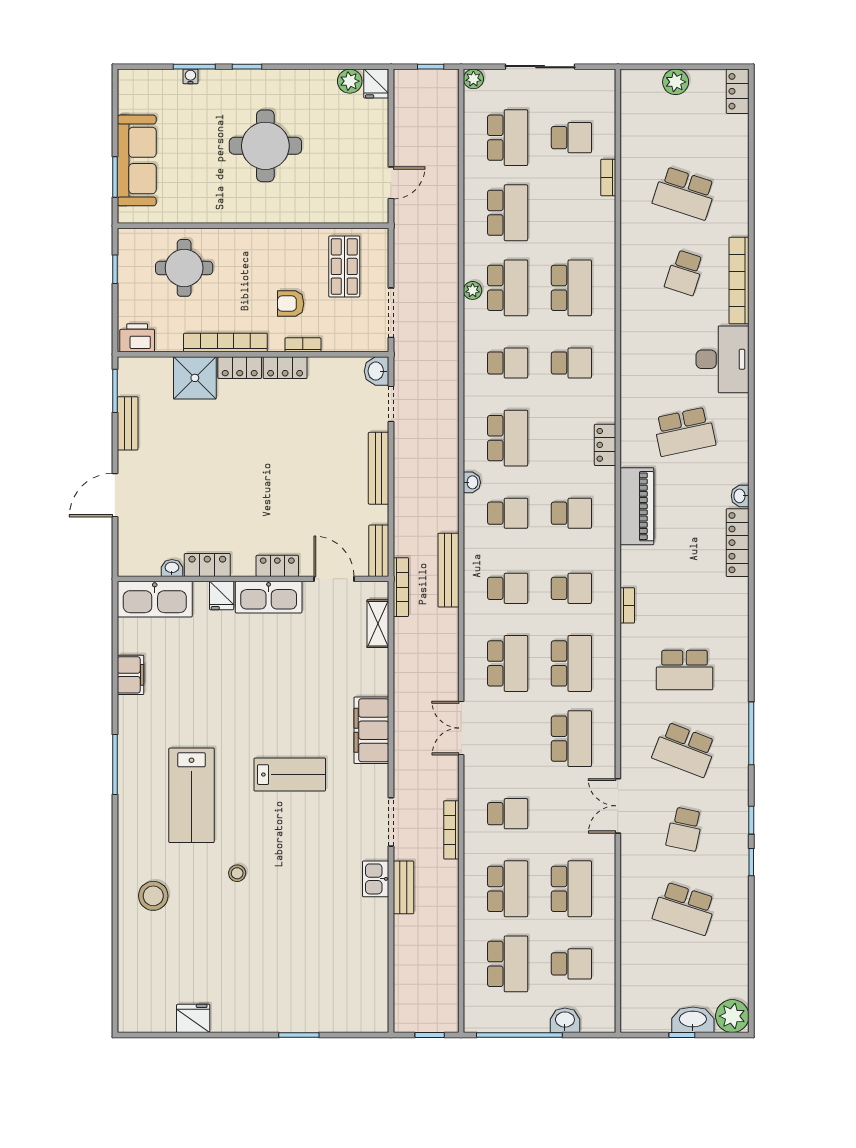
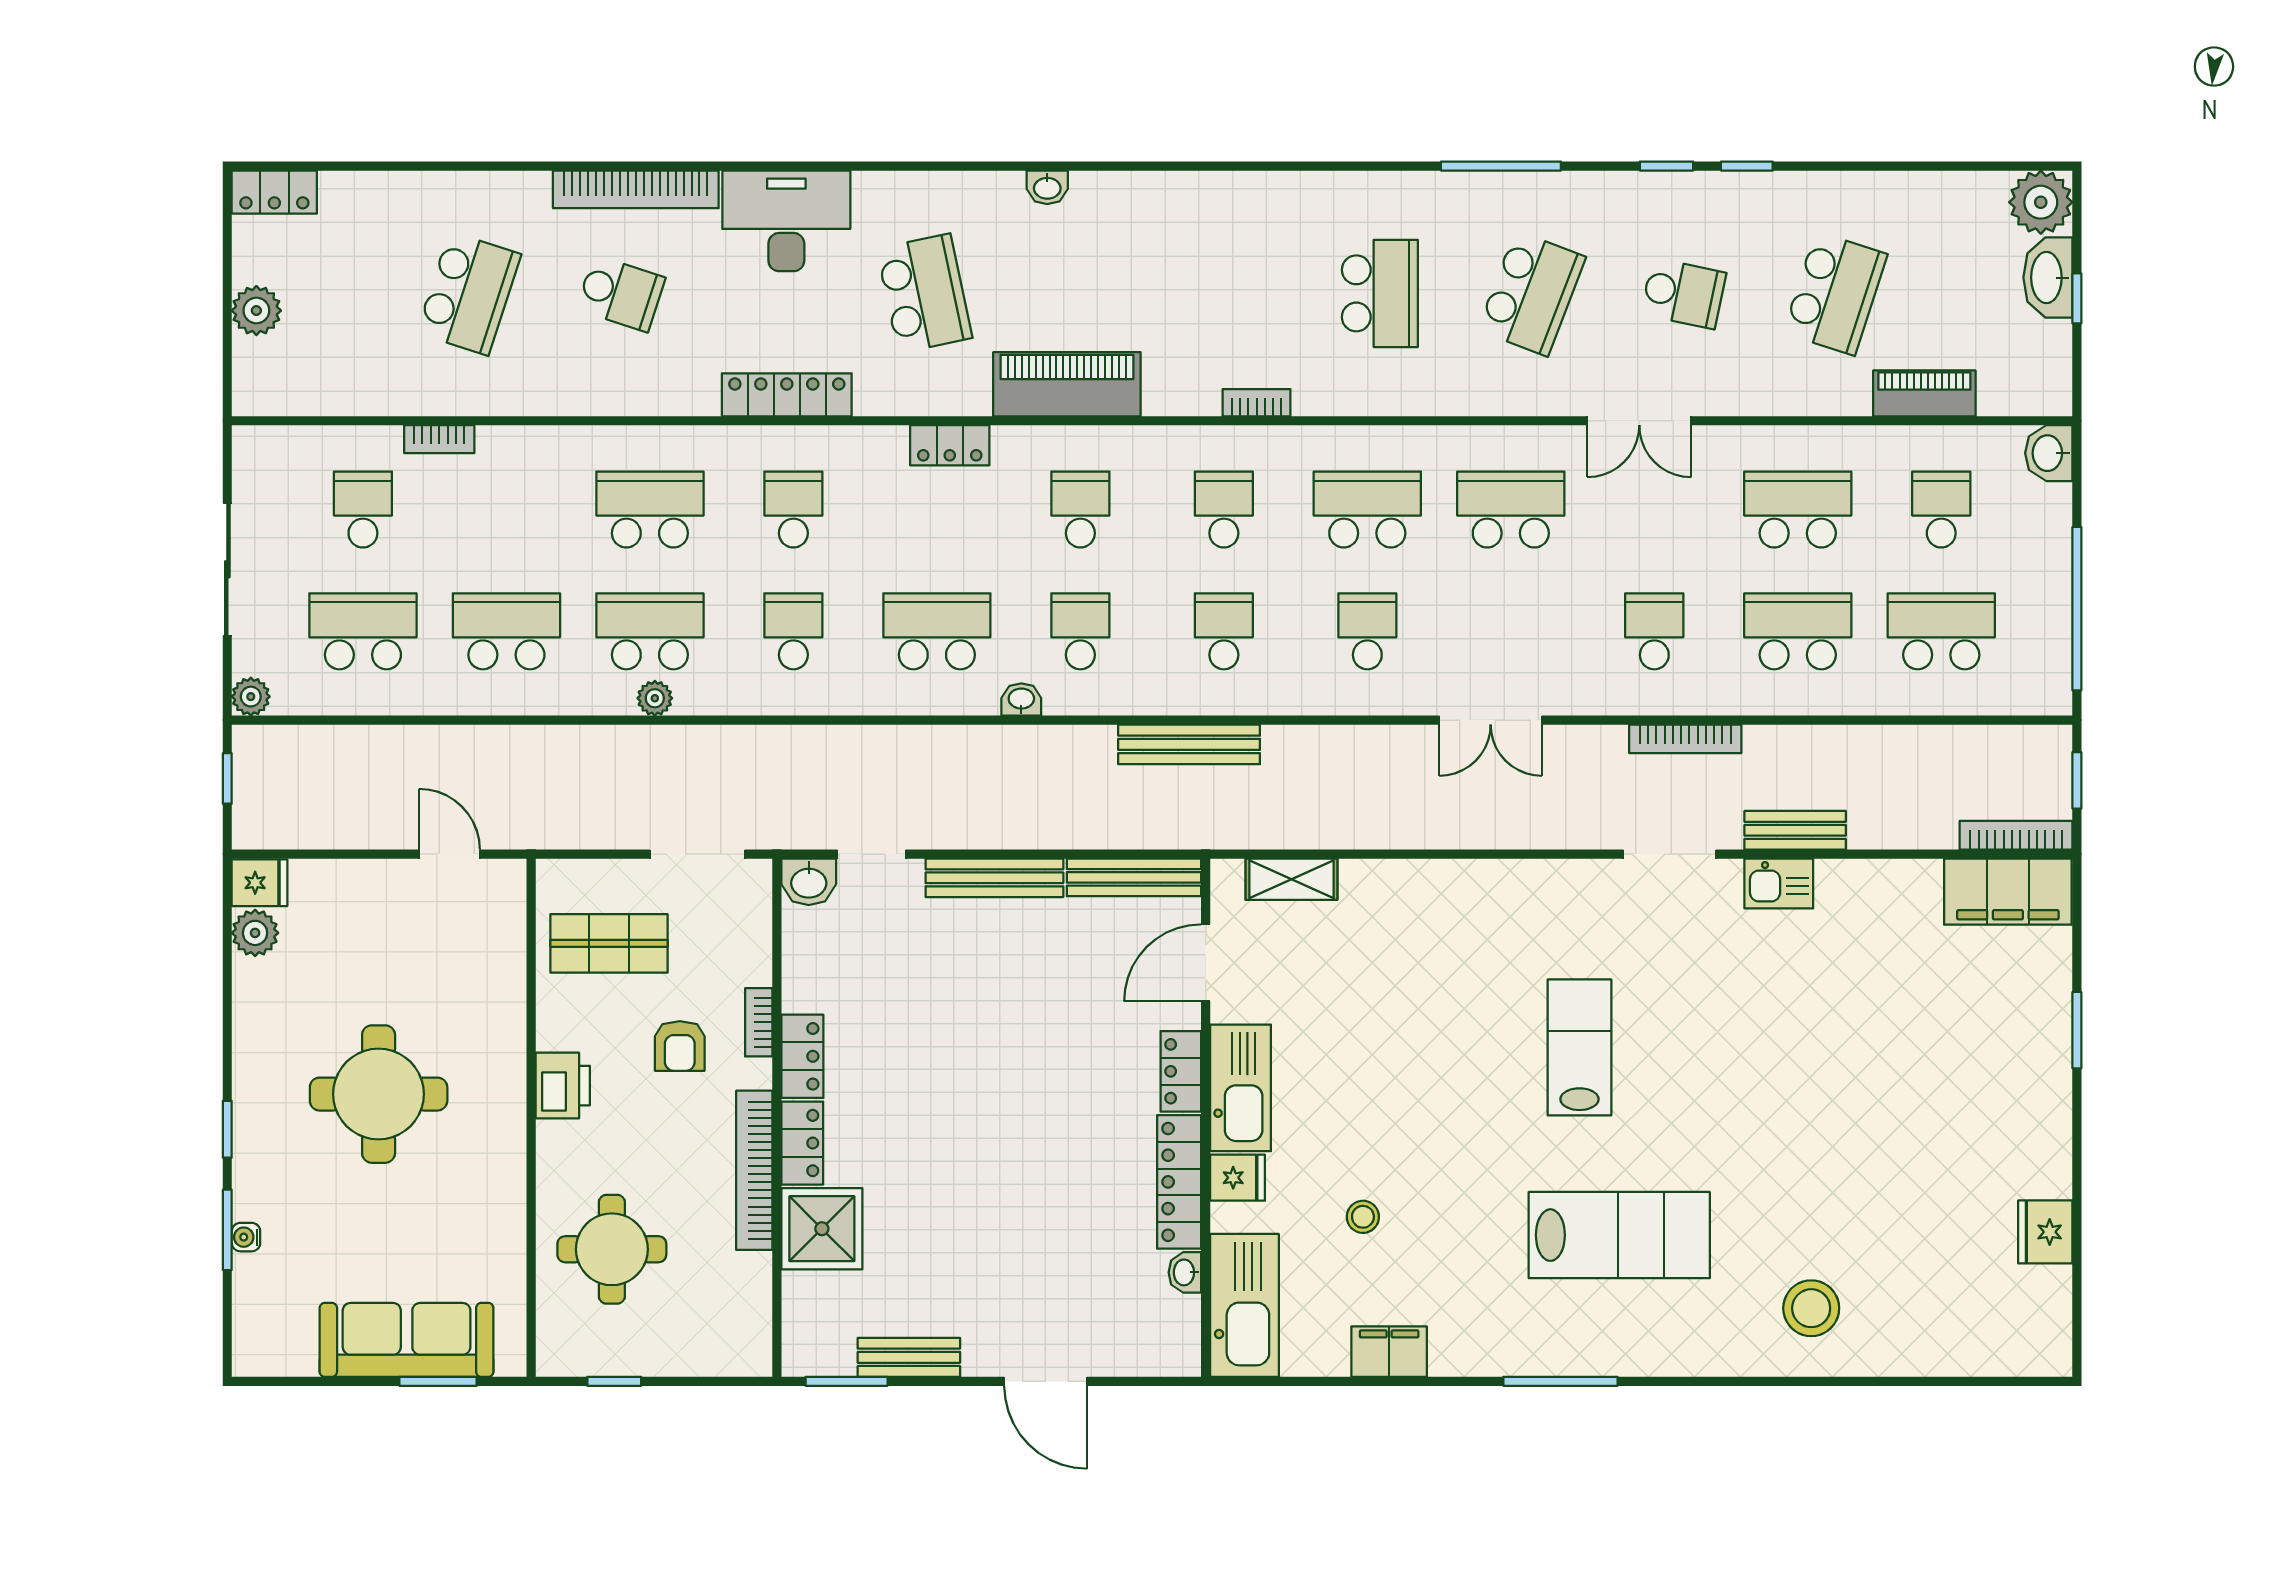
printer: (137, 338) -> (563, 1086), moved, turned 180
locker: (738, 543) -> (787, 395), moved, turned 180
bench: (379, 551) -> (1134, 877), width x1.36
locker: (207, 565) -> (1179, 1182), width x1.53
bookcase: (401, 587) -> (2016, 835), moved
school desk: (508, 663) -> (1367, 631), width x0.54
filing cabinet: (371, 730) -> (2008, 892), moved
stool: (237, 873) -> (1363, 1217), moved
piano: (632, 955) -> (1924, 393), added
washbasin: (565, 1020) -> (2049, 453), moved

